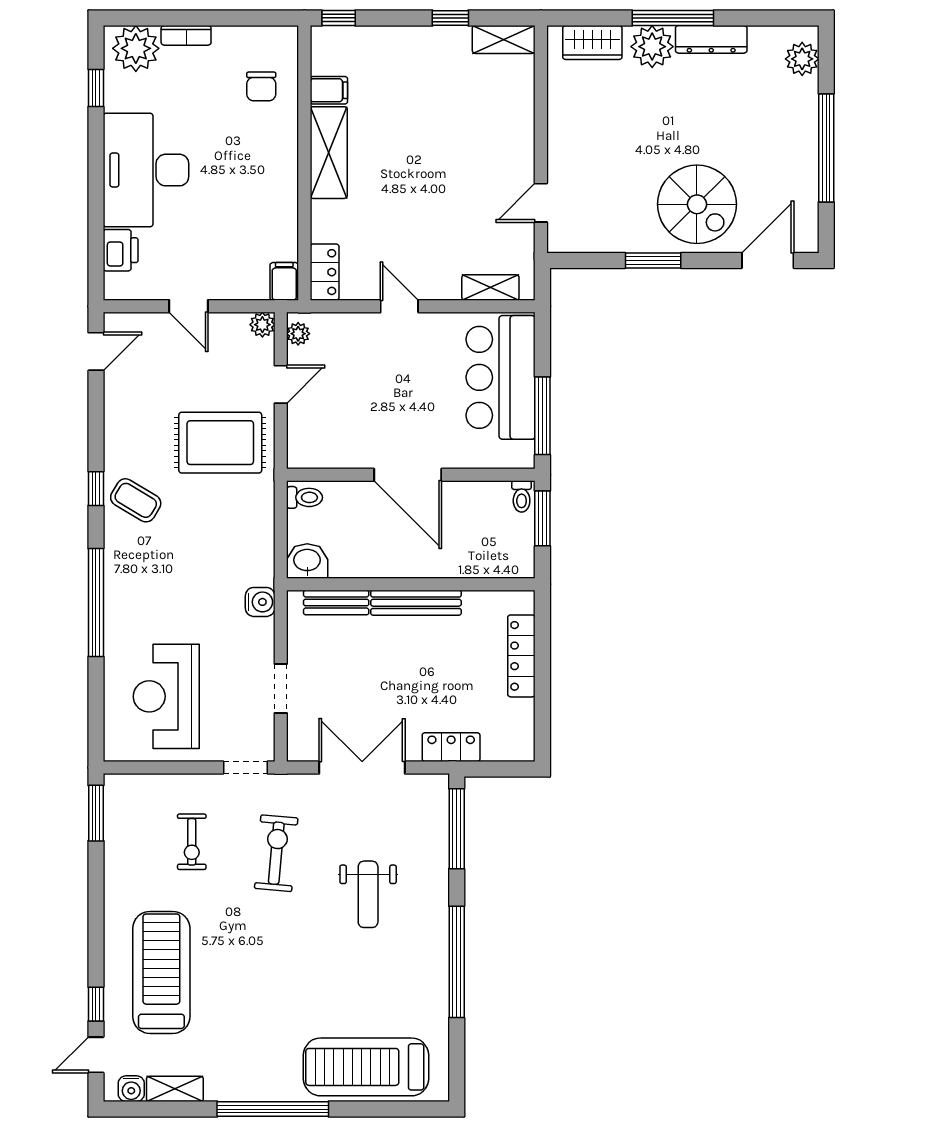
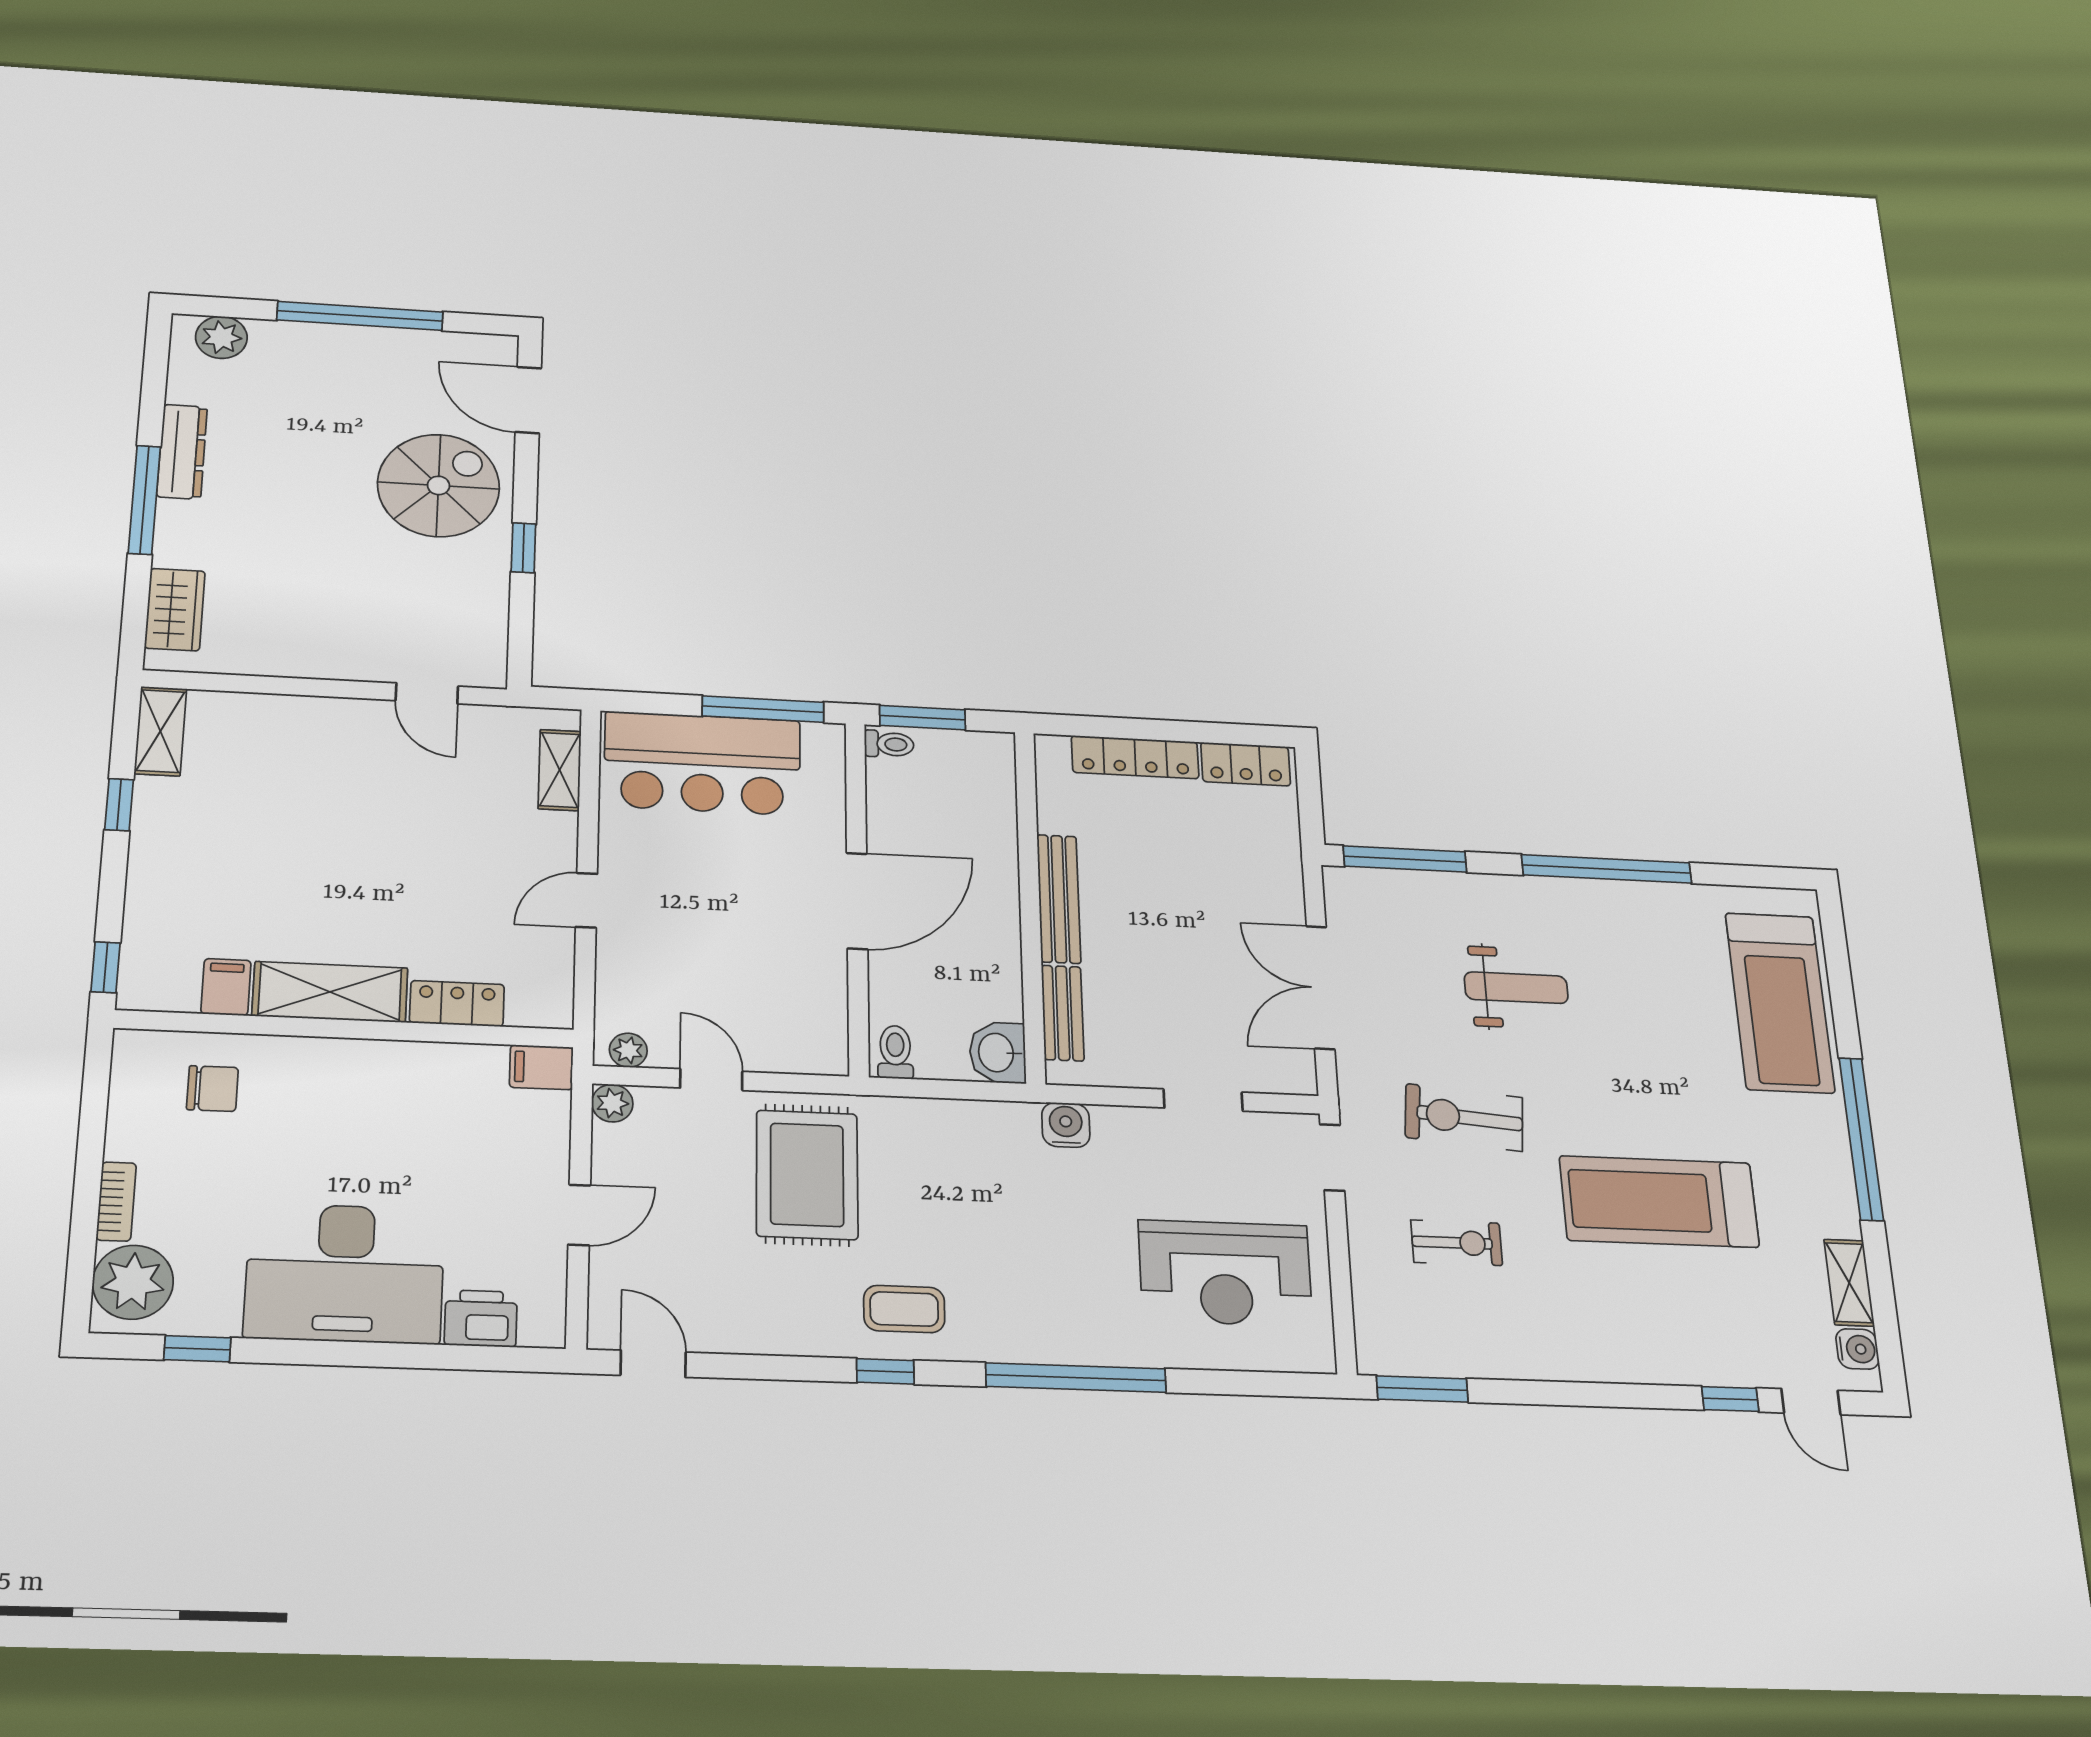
plant: (652, 47) -> (187, 530), removed
window: (653, 260) -> (523, 548), width x0.67
locker: (325, 272) -> (457, 1004), moved
coffee table: (136, 500) -> (904, 1309), turned 59
locker: (451, 747) -> (1246, 764), moved, turned -90
treadmill: (161, 972) -> (1659, 1202), moved

